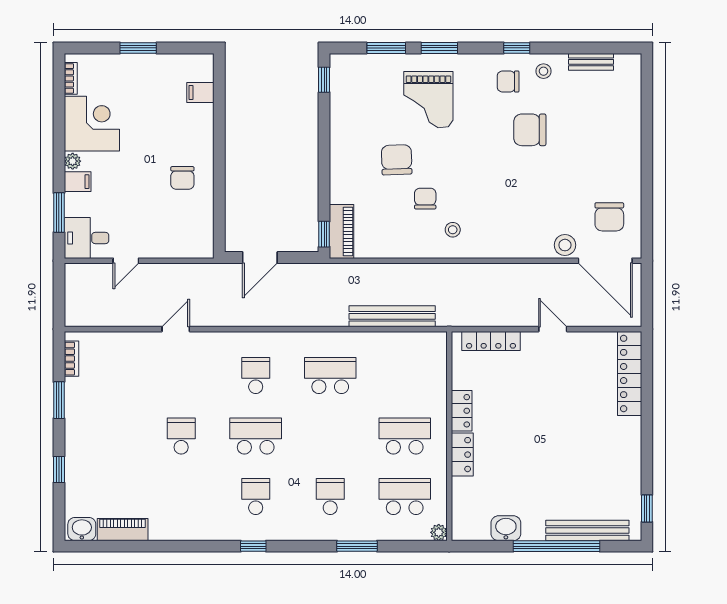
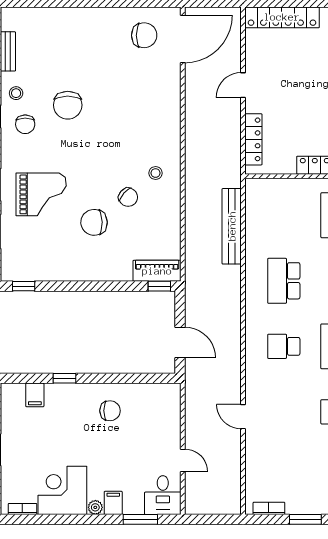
window: (219, 126) -> (65, 378), added
chair: (425, 199) -> (128, 197), turned -139
stool: (565, 245) -> (169, 74), removed

